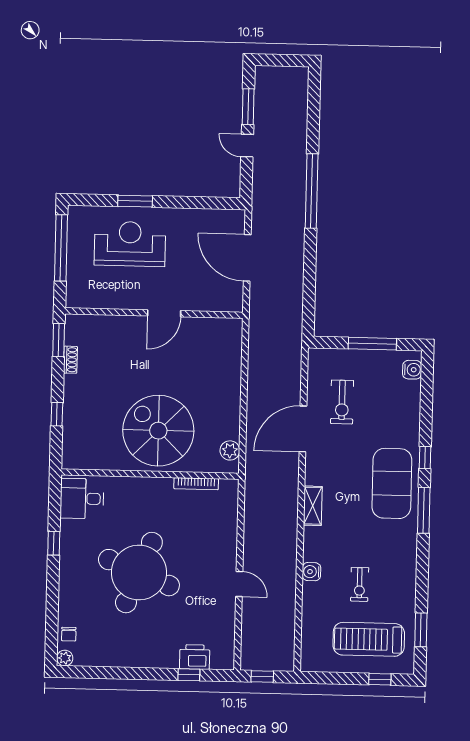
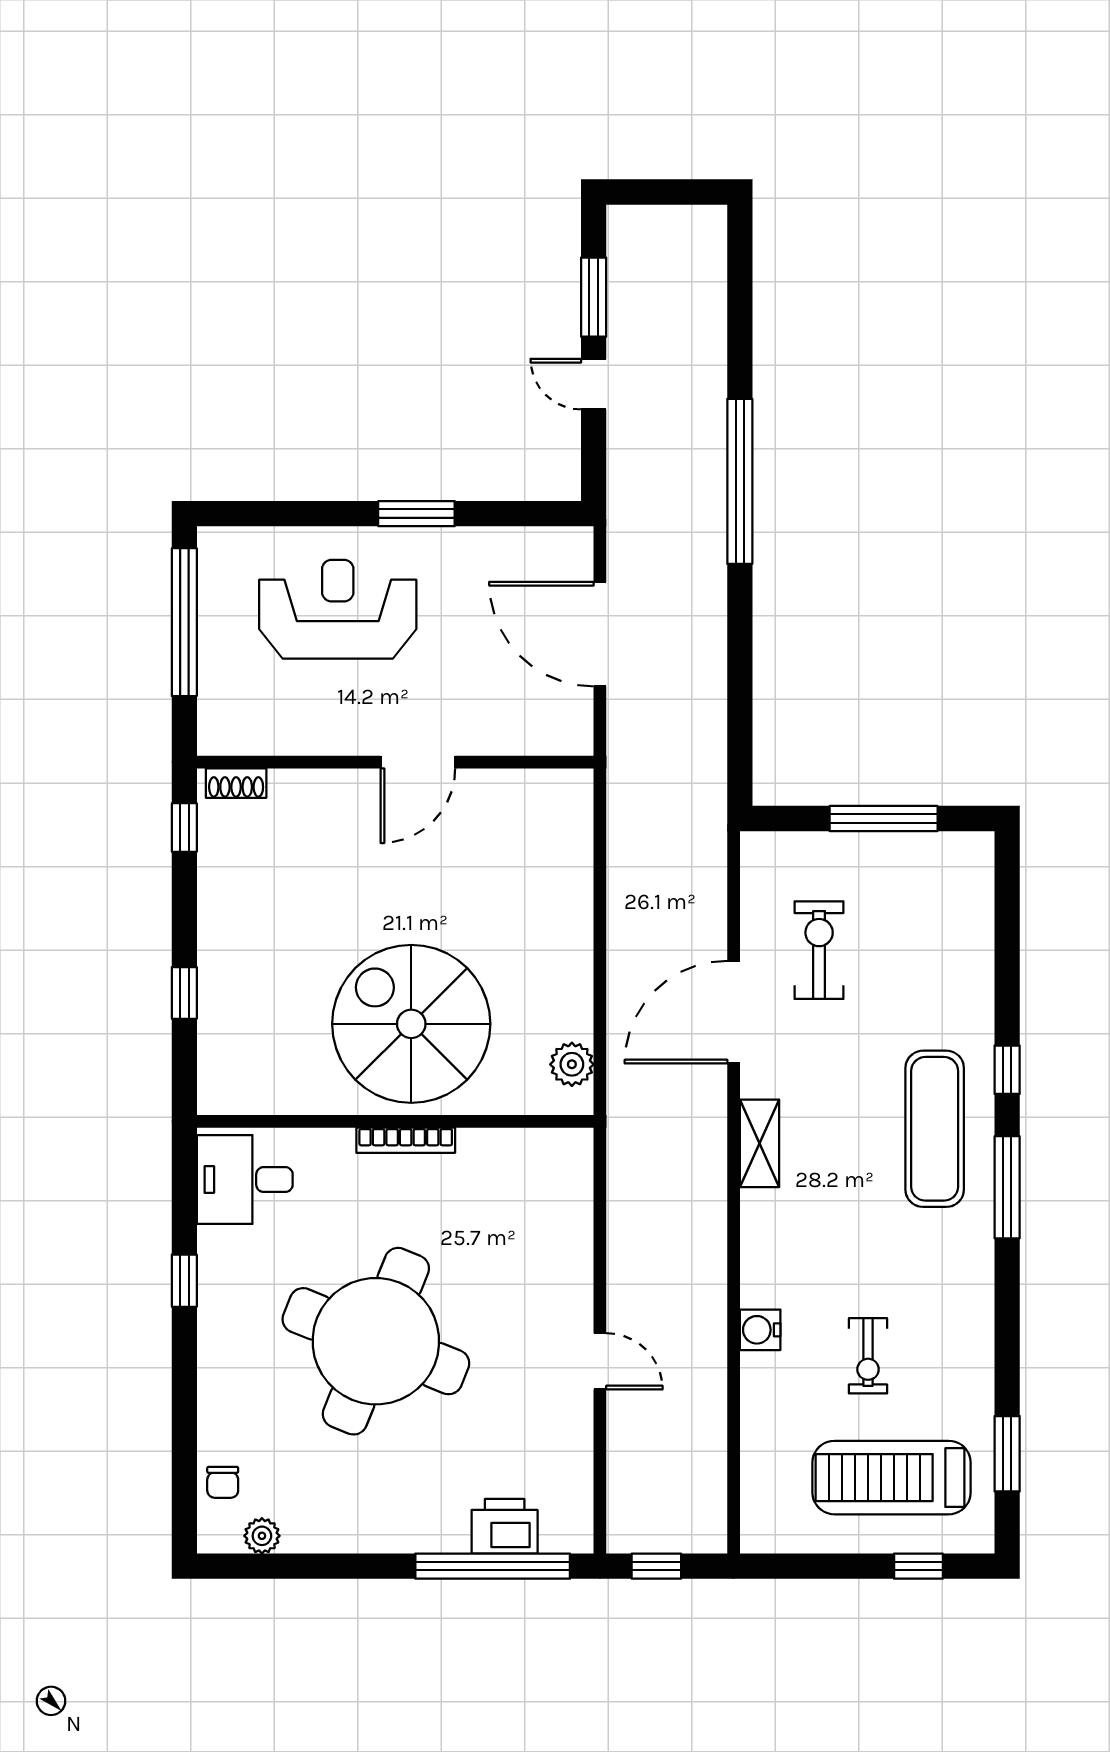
window: (135, 201) -> (416, 514), moved
window: (59, 340) -> (184, 828), width x0.67
shoe rack: (70, 360) -> (236, 783), moved, turned 90
water cooler: (412, 370) -> (974, 874), removed
exercise bike: (342, 402) -> (819, 950), turned 180
exercise mat: (392, 483) -> (935, 1129), width x0.68
bookcase: (196, 484) -> (406, 1140), moved
shelving: (313, 506) -> (760, 1143), moved
plant: (65, 658) -> (262, 1536), moved
window: (189, 675) -> (493, 1566), width x3.17

